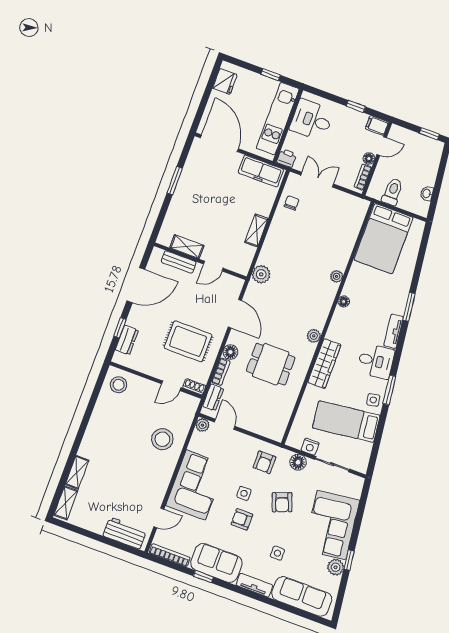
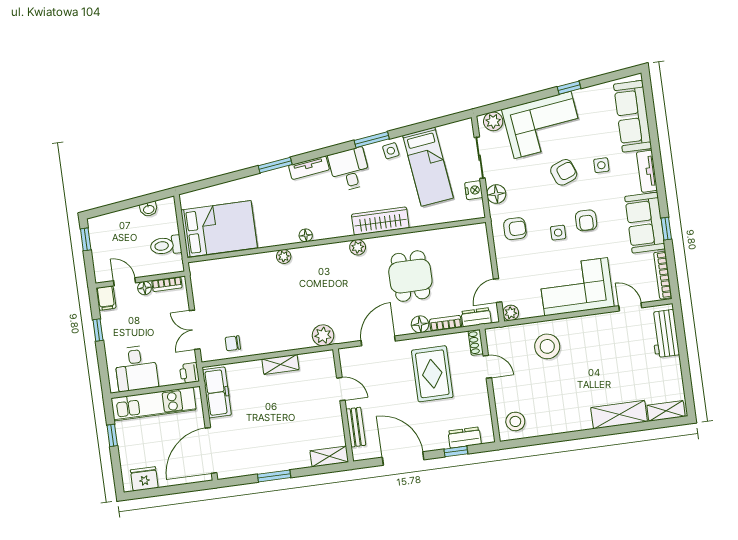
shelving: (187, 247) -> (329, 456), moved, turned 90
shelving: (77, 472) -> (619, 415), width x1.50, depth x1.33
armchair: (282, 502) -> (564, 172), moved
plant: (336, 567) -> (493, 121), moved

